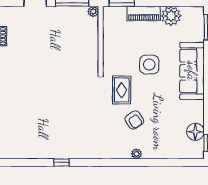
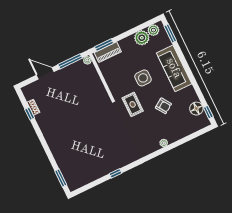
piano: (144, 14) -> (108, 52), moved
plant: (189, 14) -> (153, 30), added
armchair: (134, 120) -> (163, 106), moved

